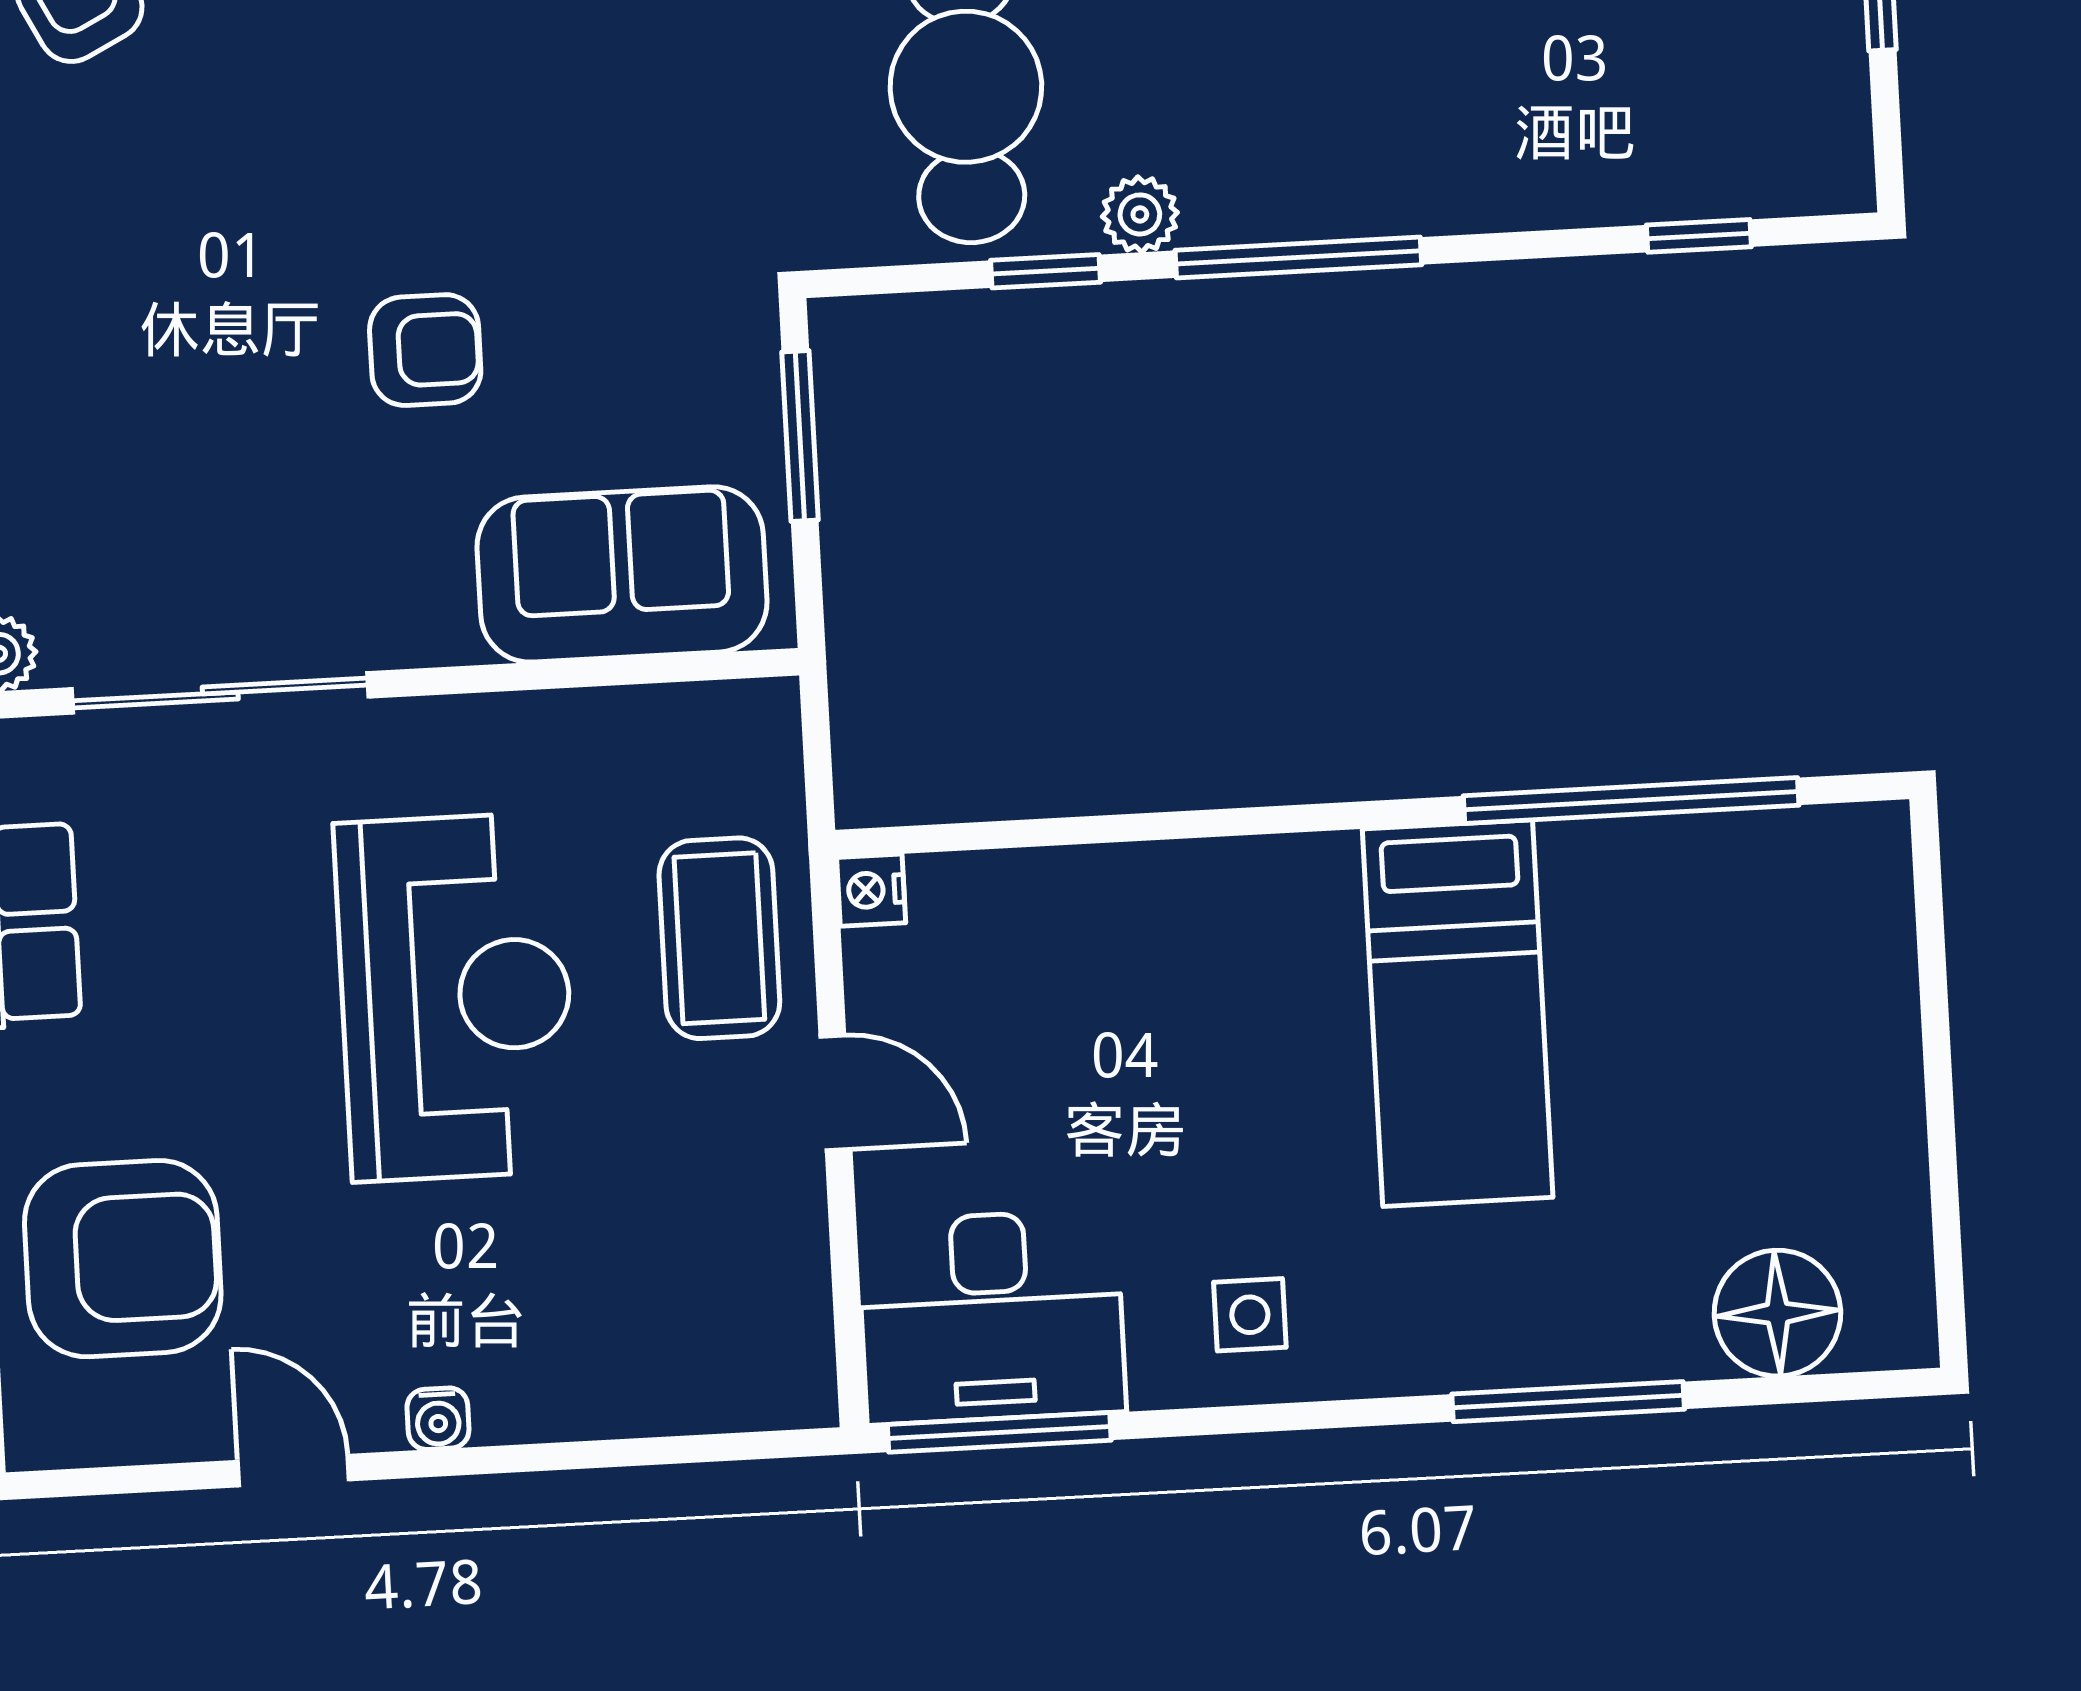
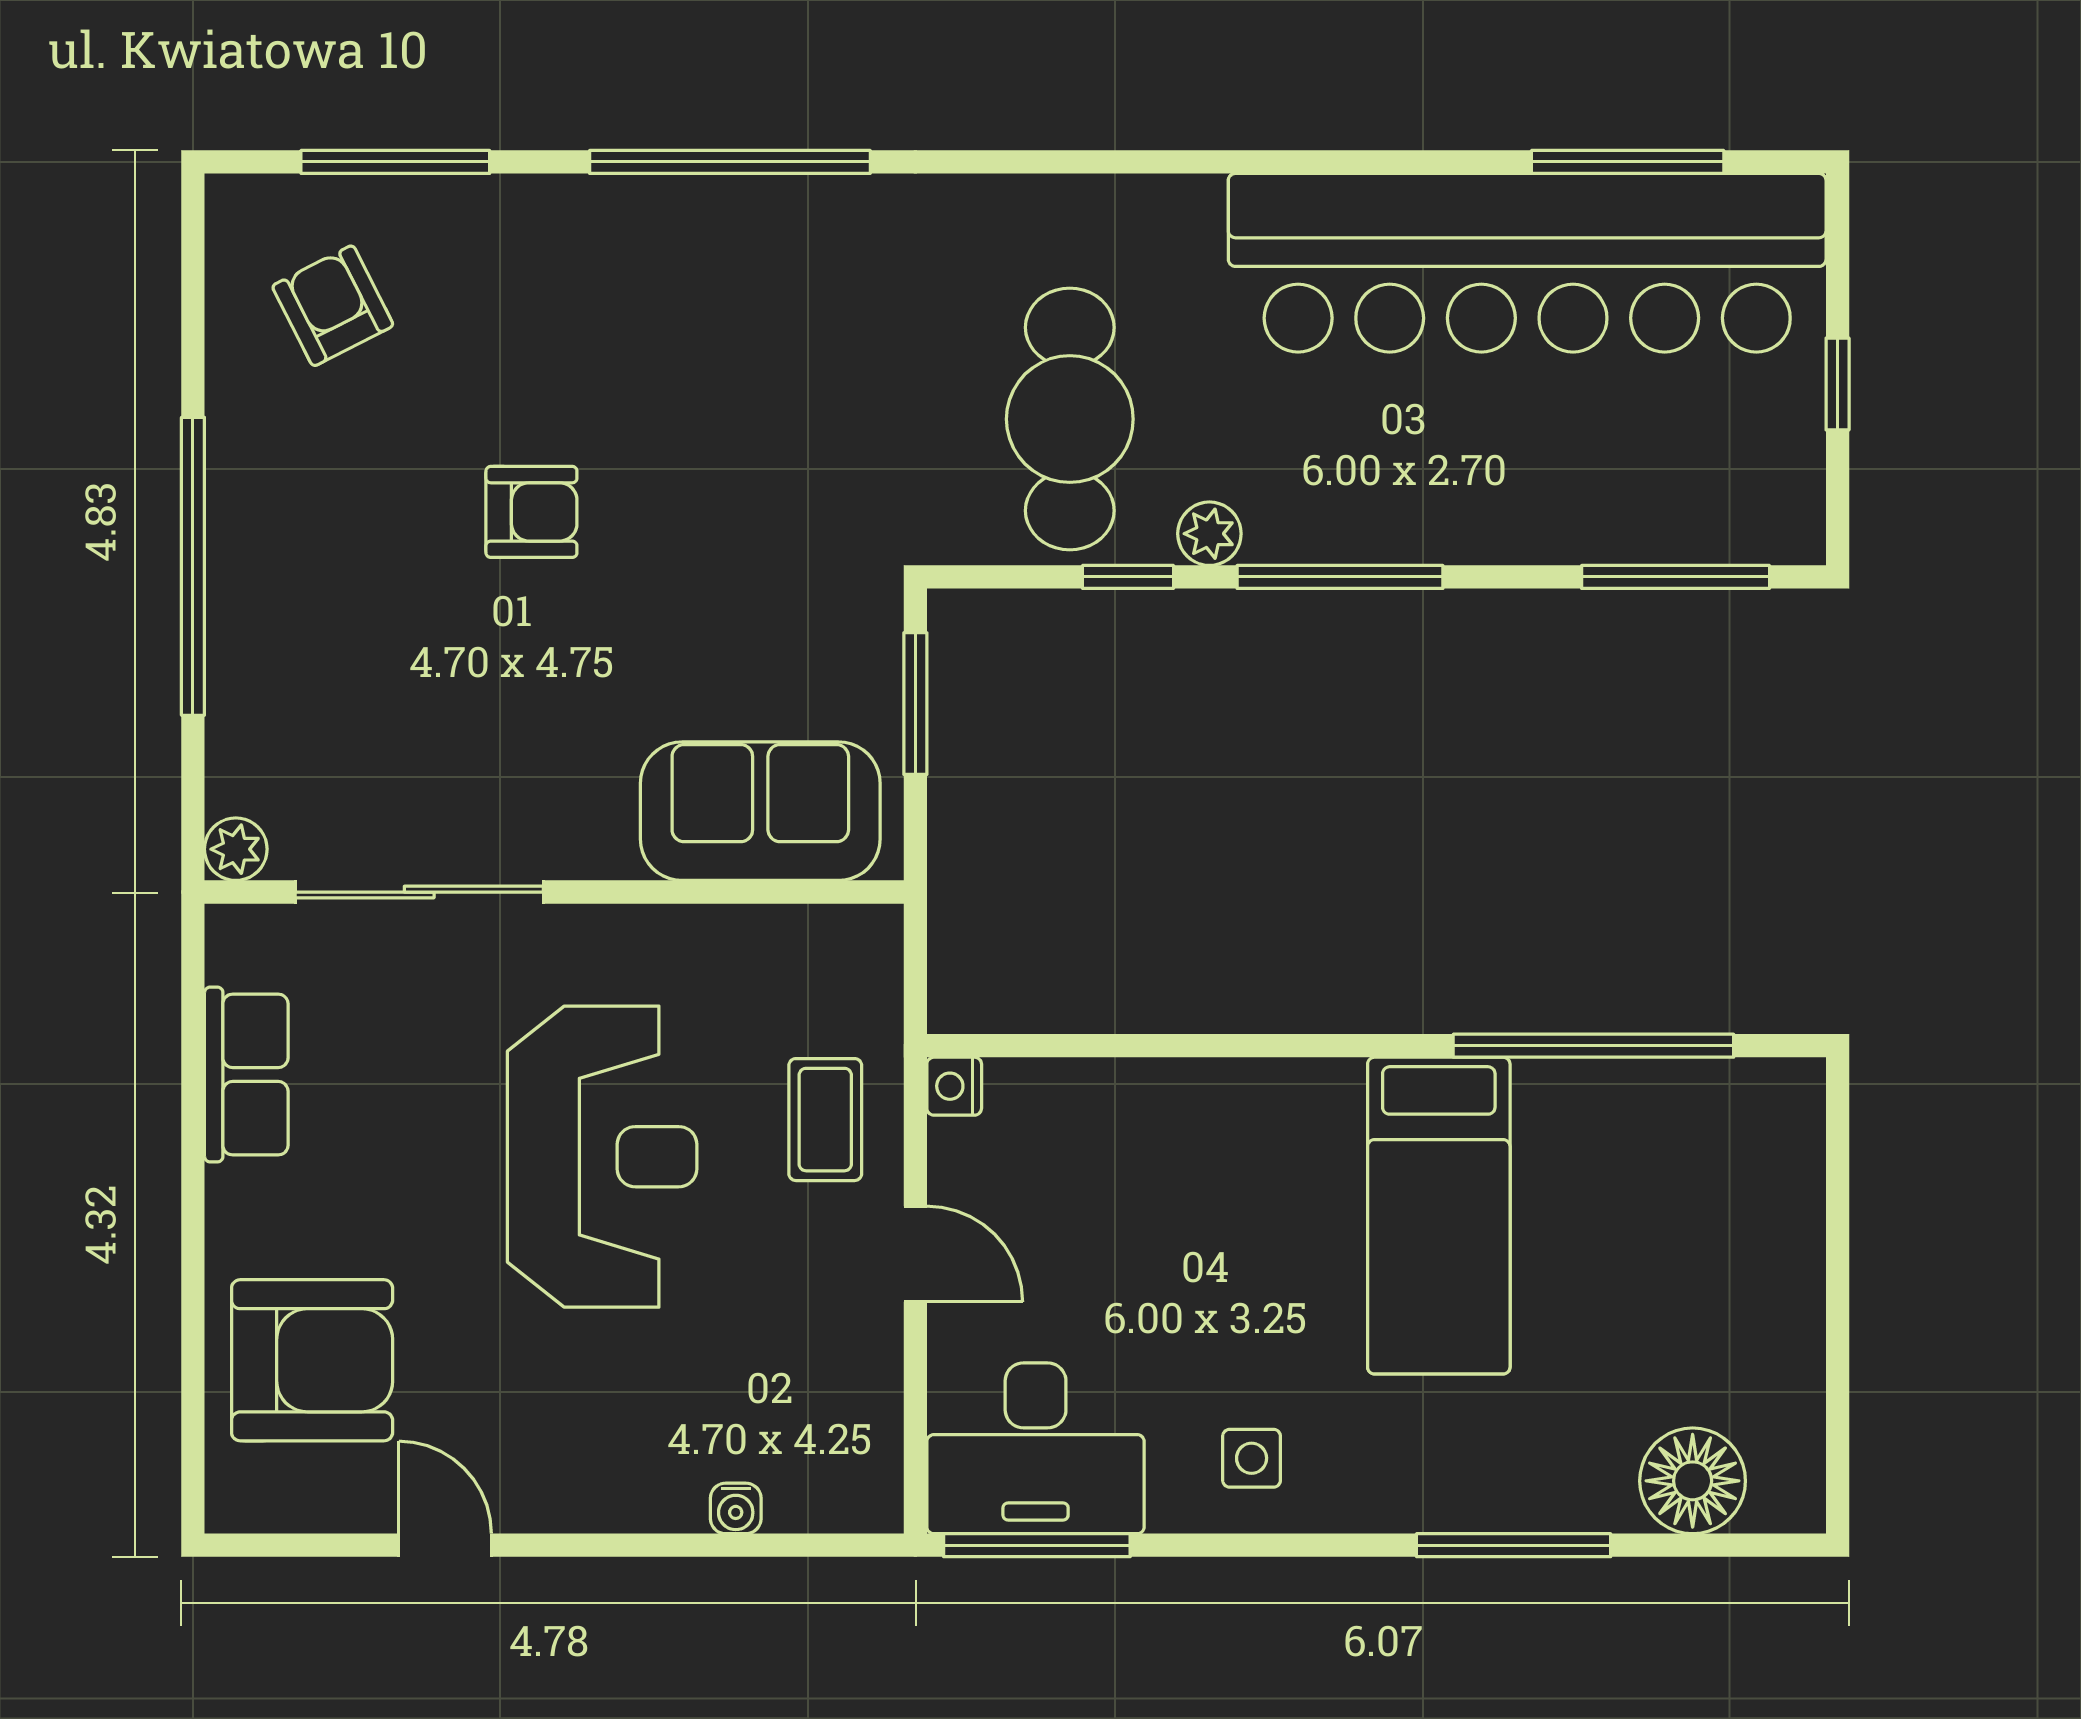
window: (1699, 236) -> (1676, 577), width x2.17
armchair: (425, 350) -> (531, 512), moved
coffee table: (719, 938) -> (825, 1120), width x0.73, depth x0.77
water cooler: (438, 1419) -> (736, 1508), moved

